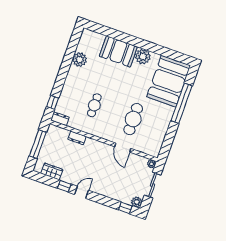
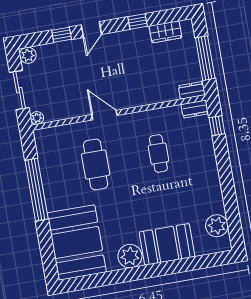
plant: (80, 60) -> (217, 226), moved
window: (182, 103) -> (37, 190), moved
dresser: (77, 138) -> (192, 90), moved
door: (123, 148) -> (104, 115), moved
door: (82, 192) -> (91, 30), moved
window: (125, 208) -> (62, 35), moved

